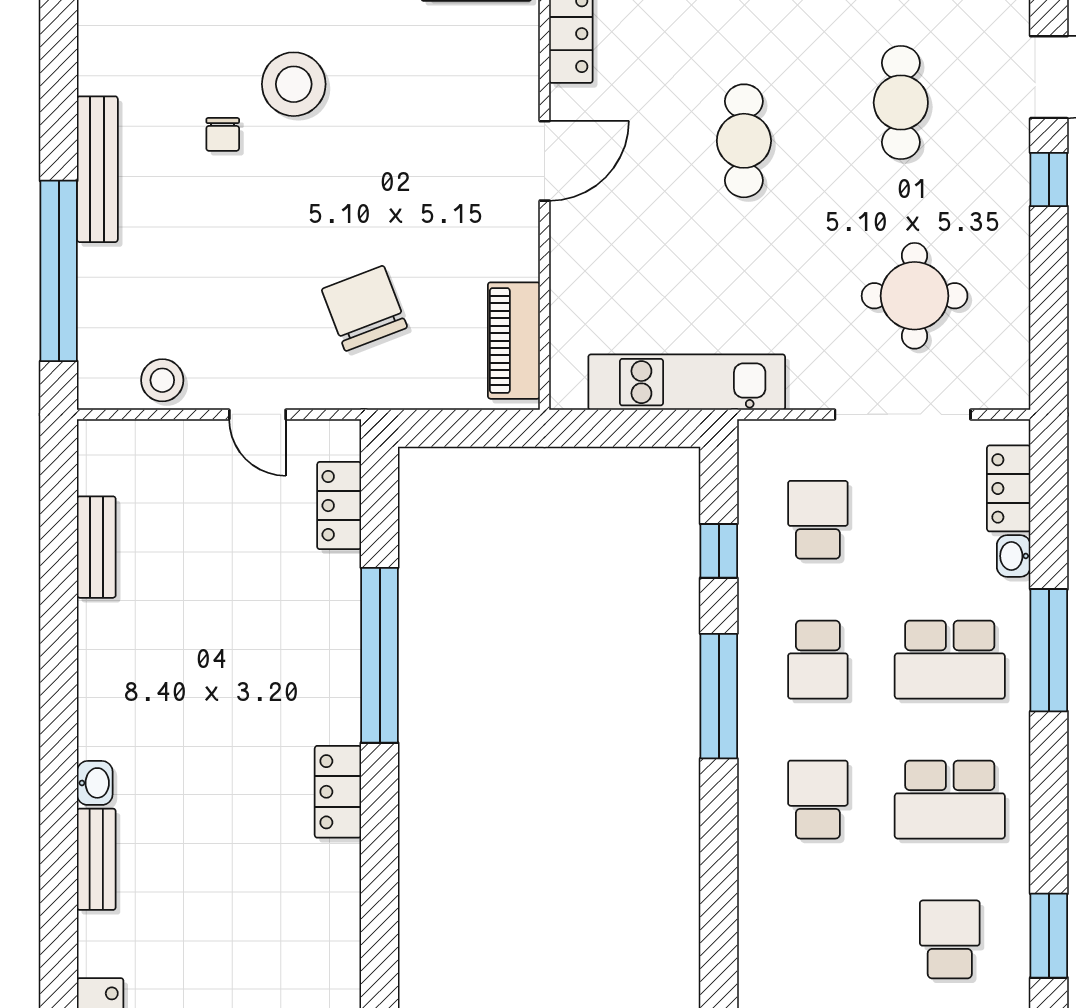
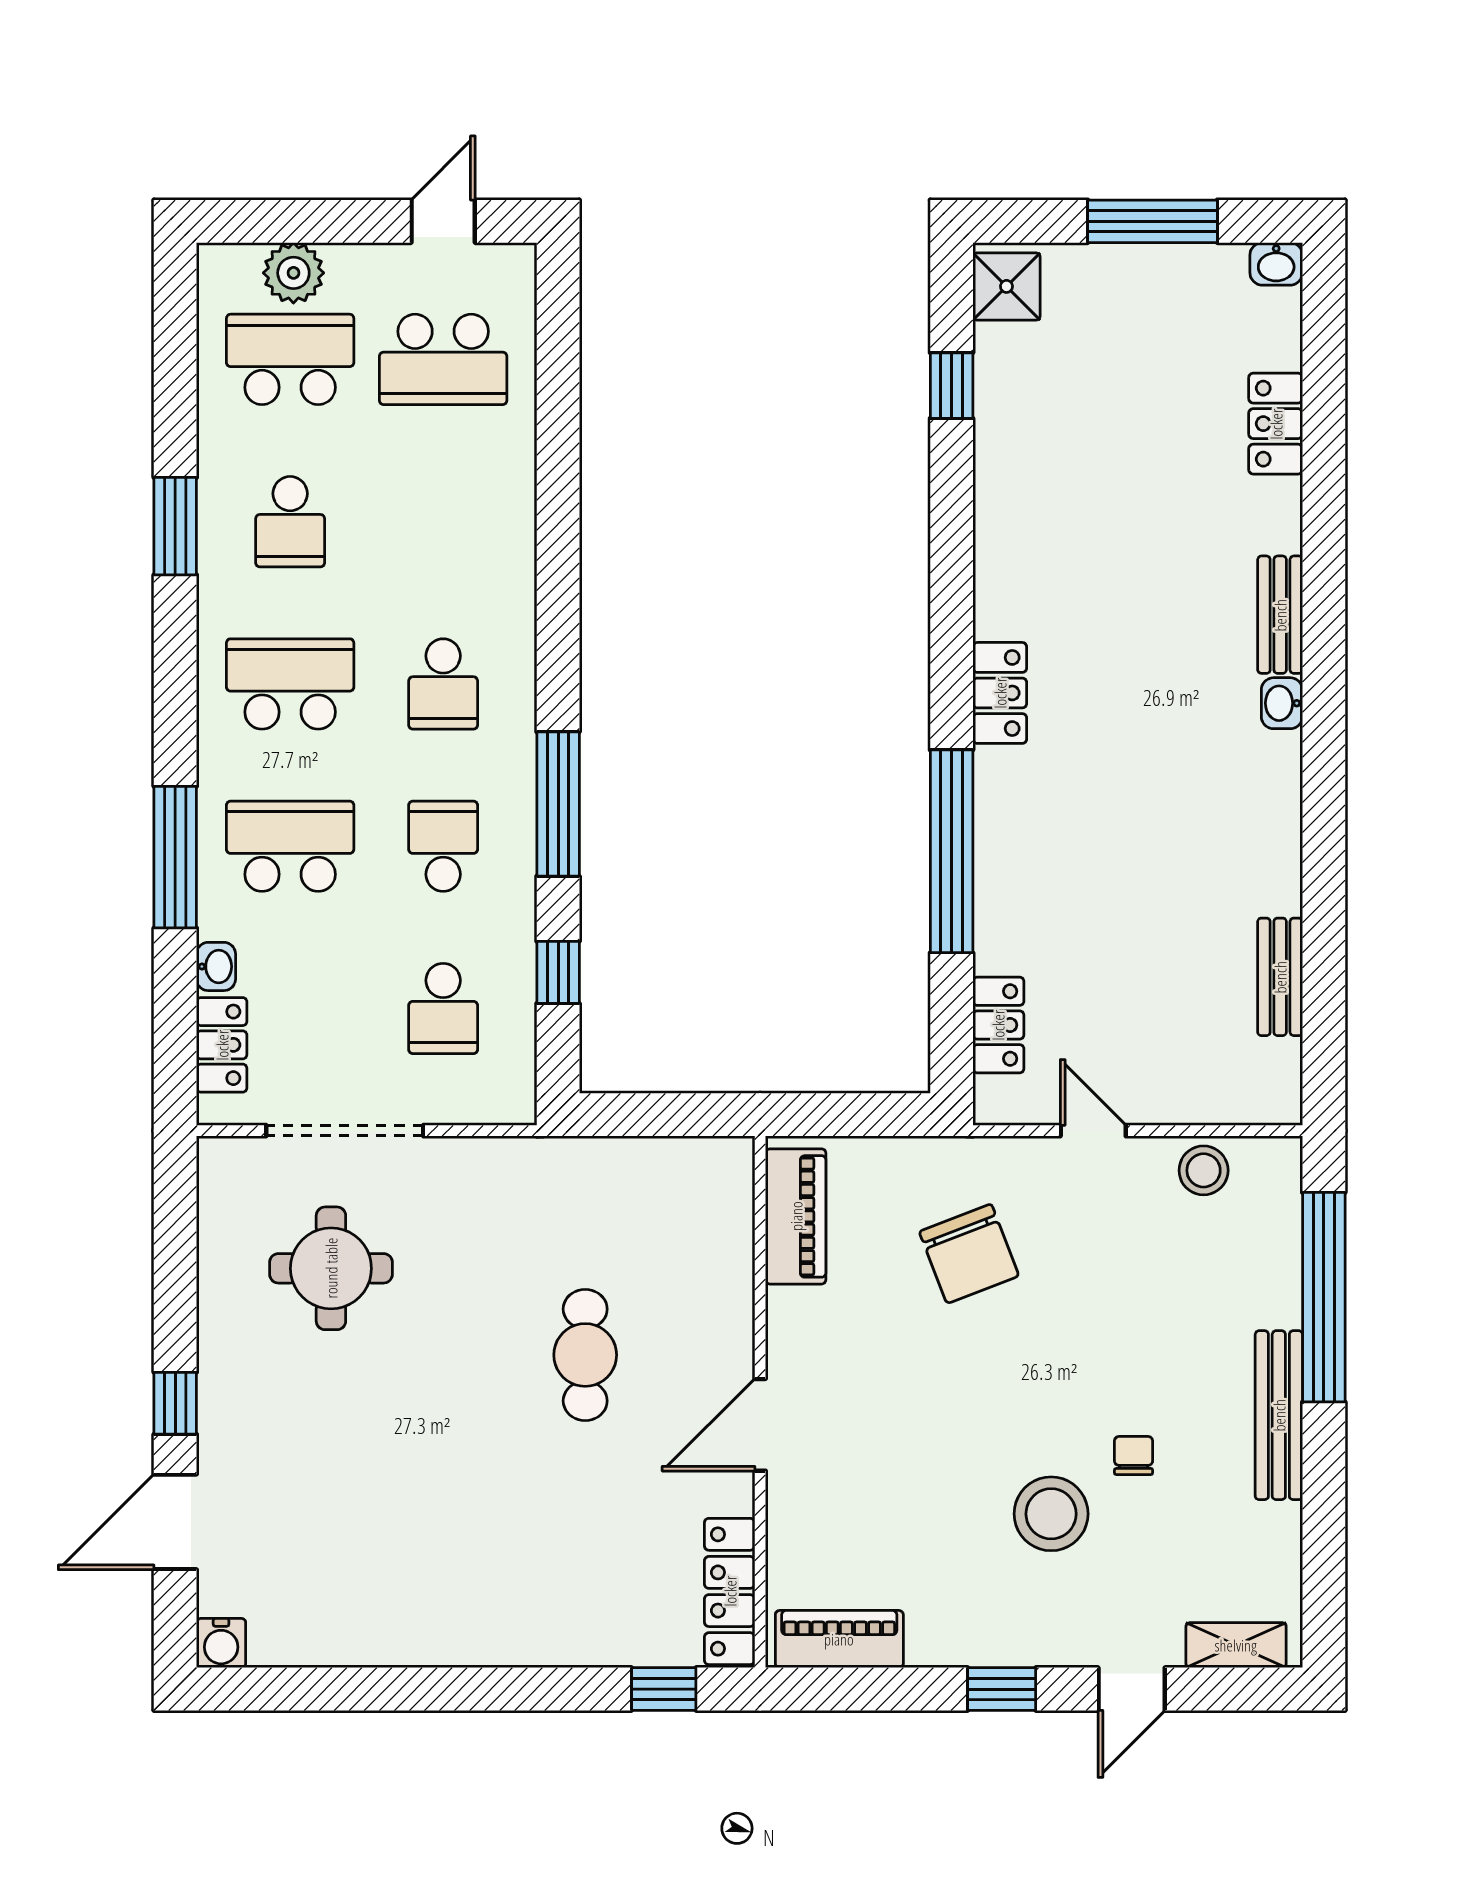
cafe table: (901, 103) -> (347, 1492), removed
cafe table: (744, 141) -> (585, 1355), moved
kitchen unit: (687, 382) -> (595, 1168), removed

